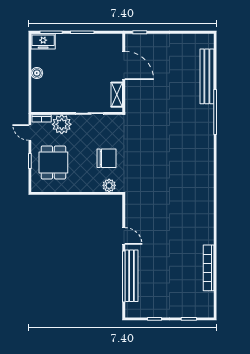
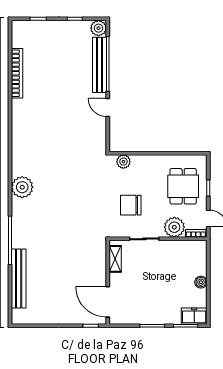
door: (124, 65) -> (108, 302), moved
chair: (107, 158) -> (131, 205), moved
plant: (204, 162) -> (22, 187), added
plant: (132, 310) -> (98, 28), added

